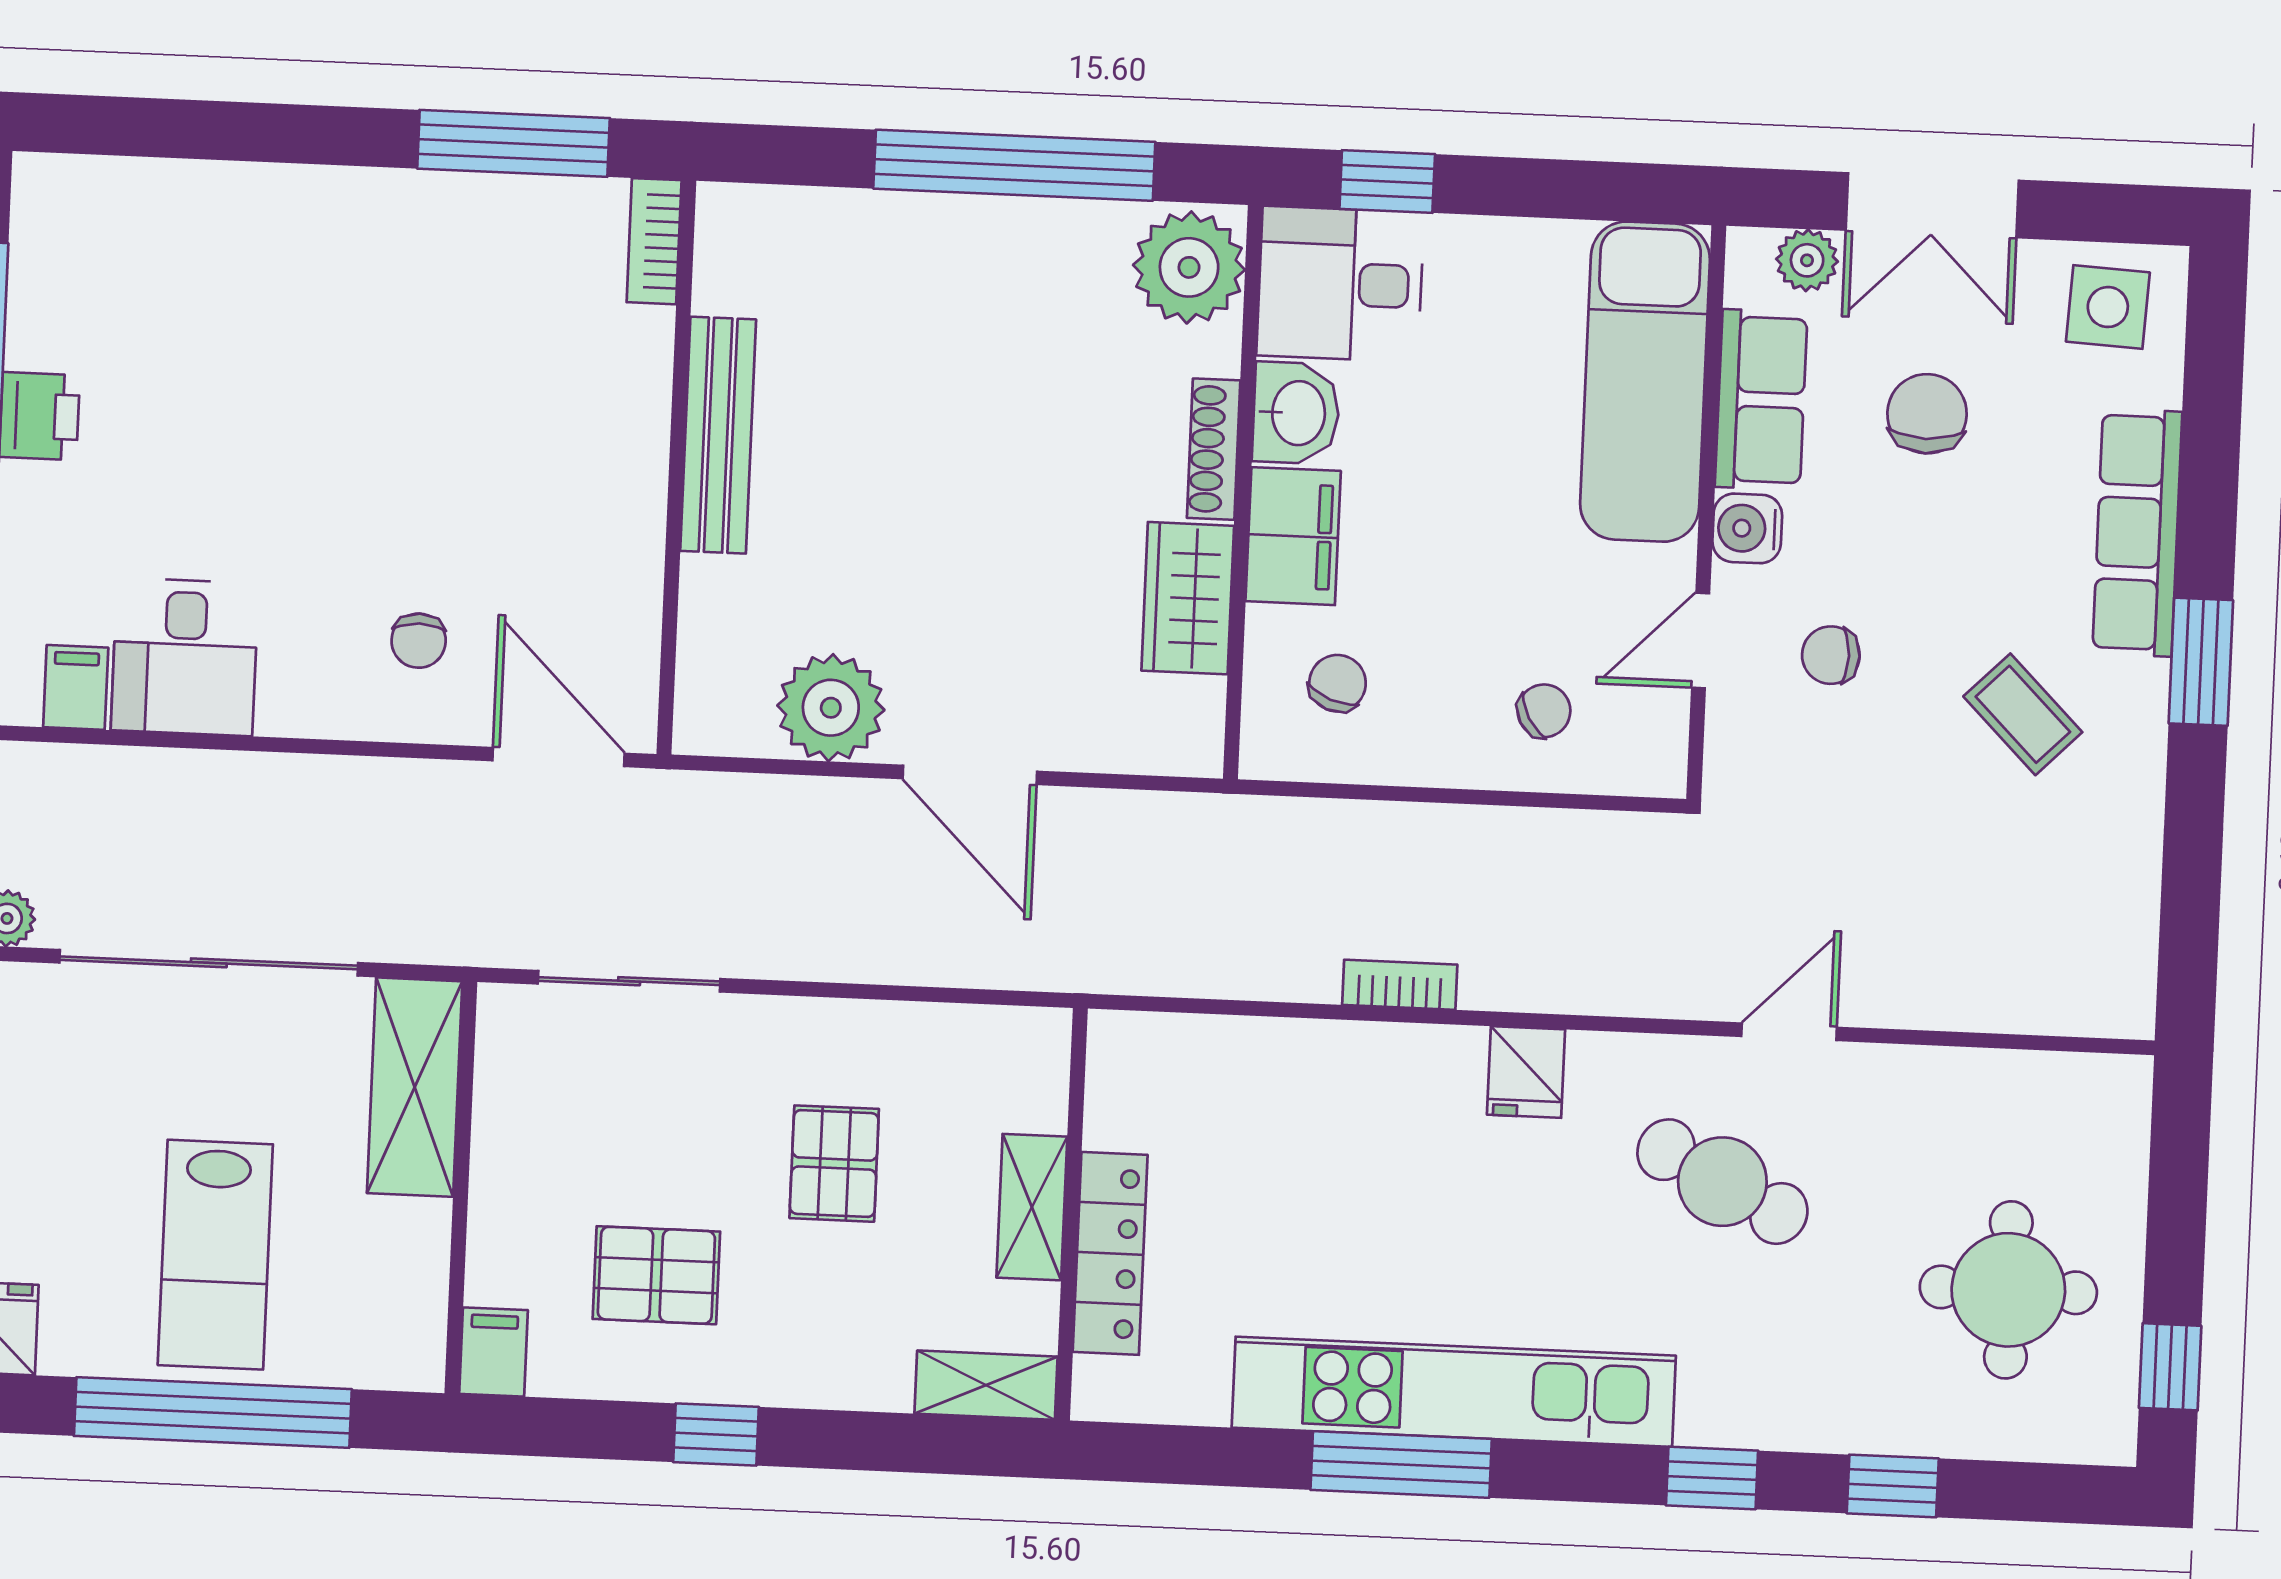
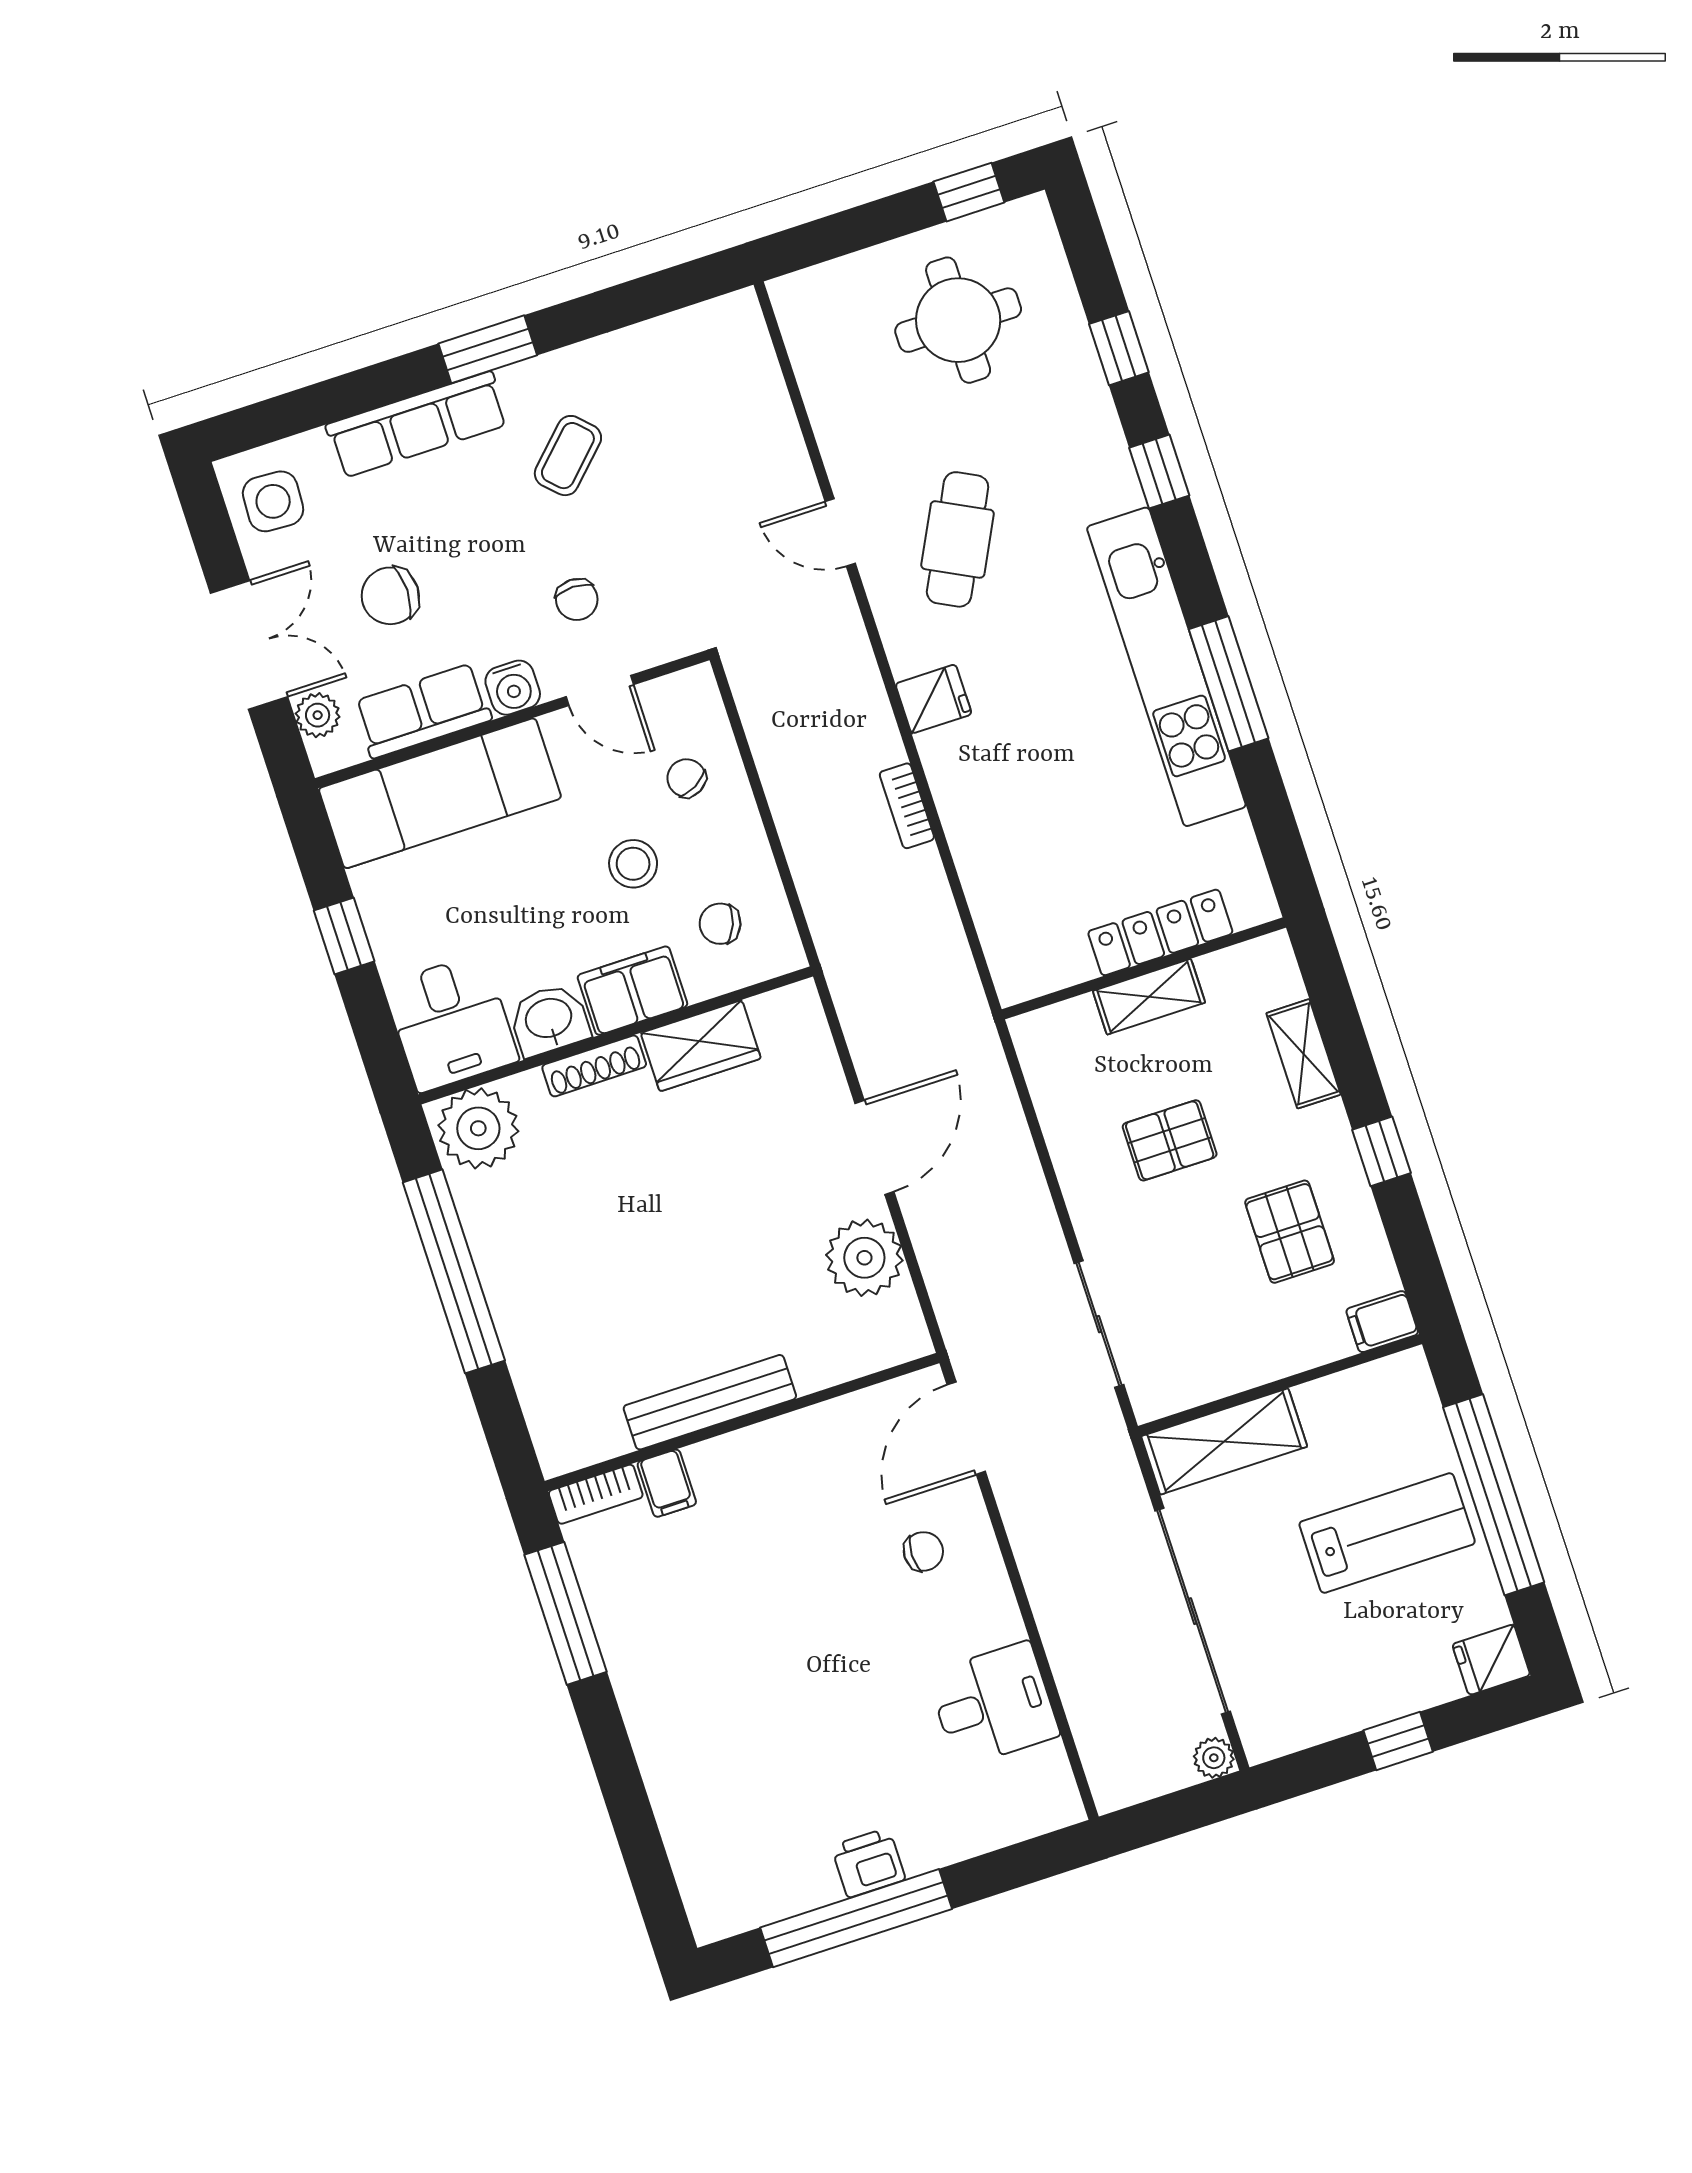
window: (1387, 182) -> (344, 936), moved
stool: (1458, 599) -> (633, 864), added
filing cabinet: (76, 687) -> (667, 1483), moved, turned -90
shelving: (986, 1385) -> (1303, 1054), moved

